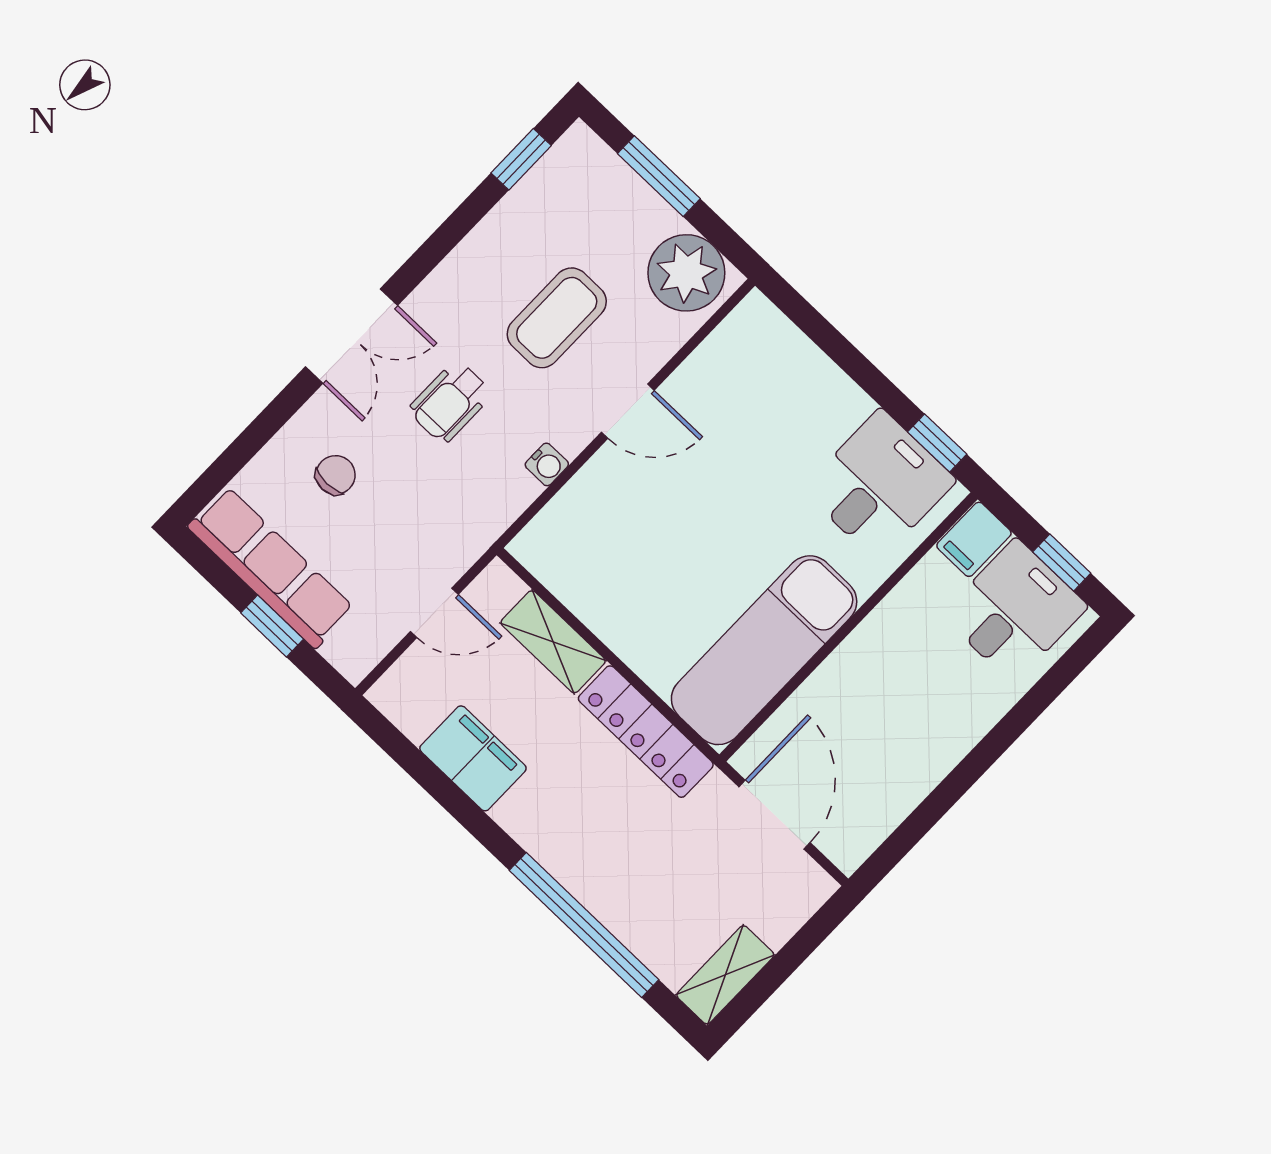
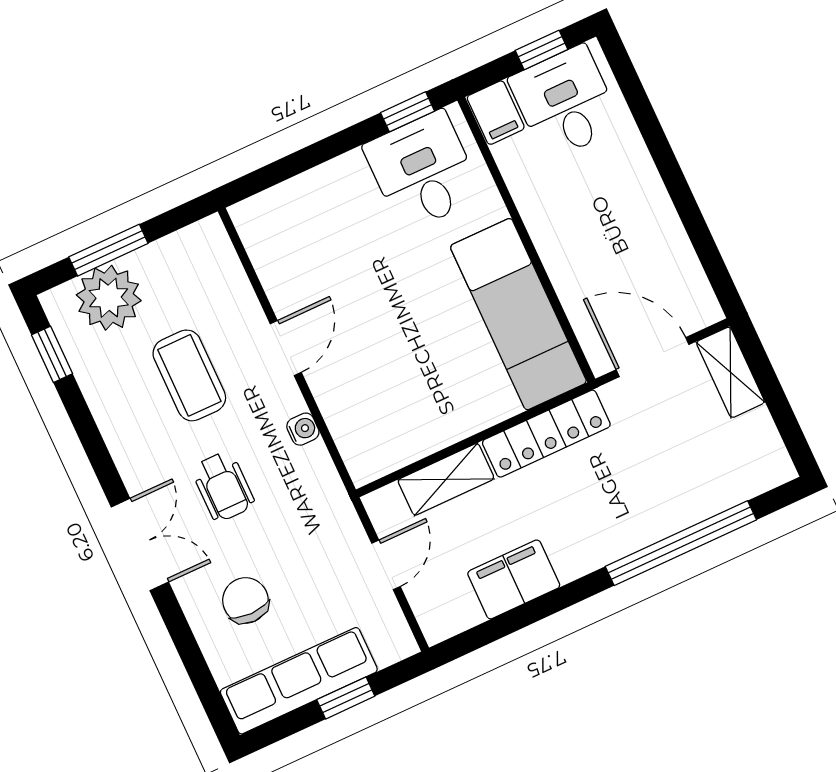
plant: (686, 273) -> (109, 298), moved
chair: (336, 475) -> (245, 600), width x1.37, depth x1.37
shelving: (725, 975) -> (731, 372), moved

